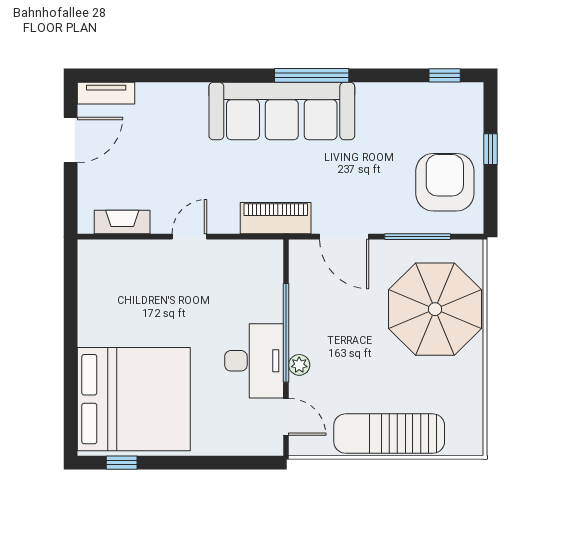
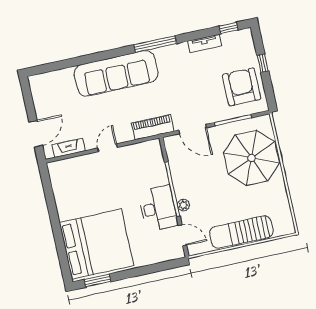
tv unit: (106, 93) -> (205, 43), moved
sofa: (282, 111) -> (116, 73), moved
door: (71, 140) -> (36, 134), moved
window: (122, 463) -> (97, 281), width x1.50

